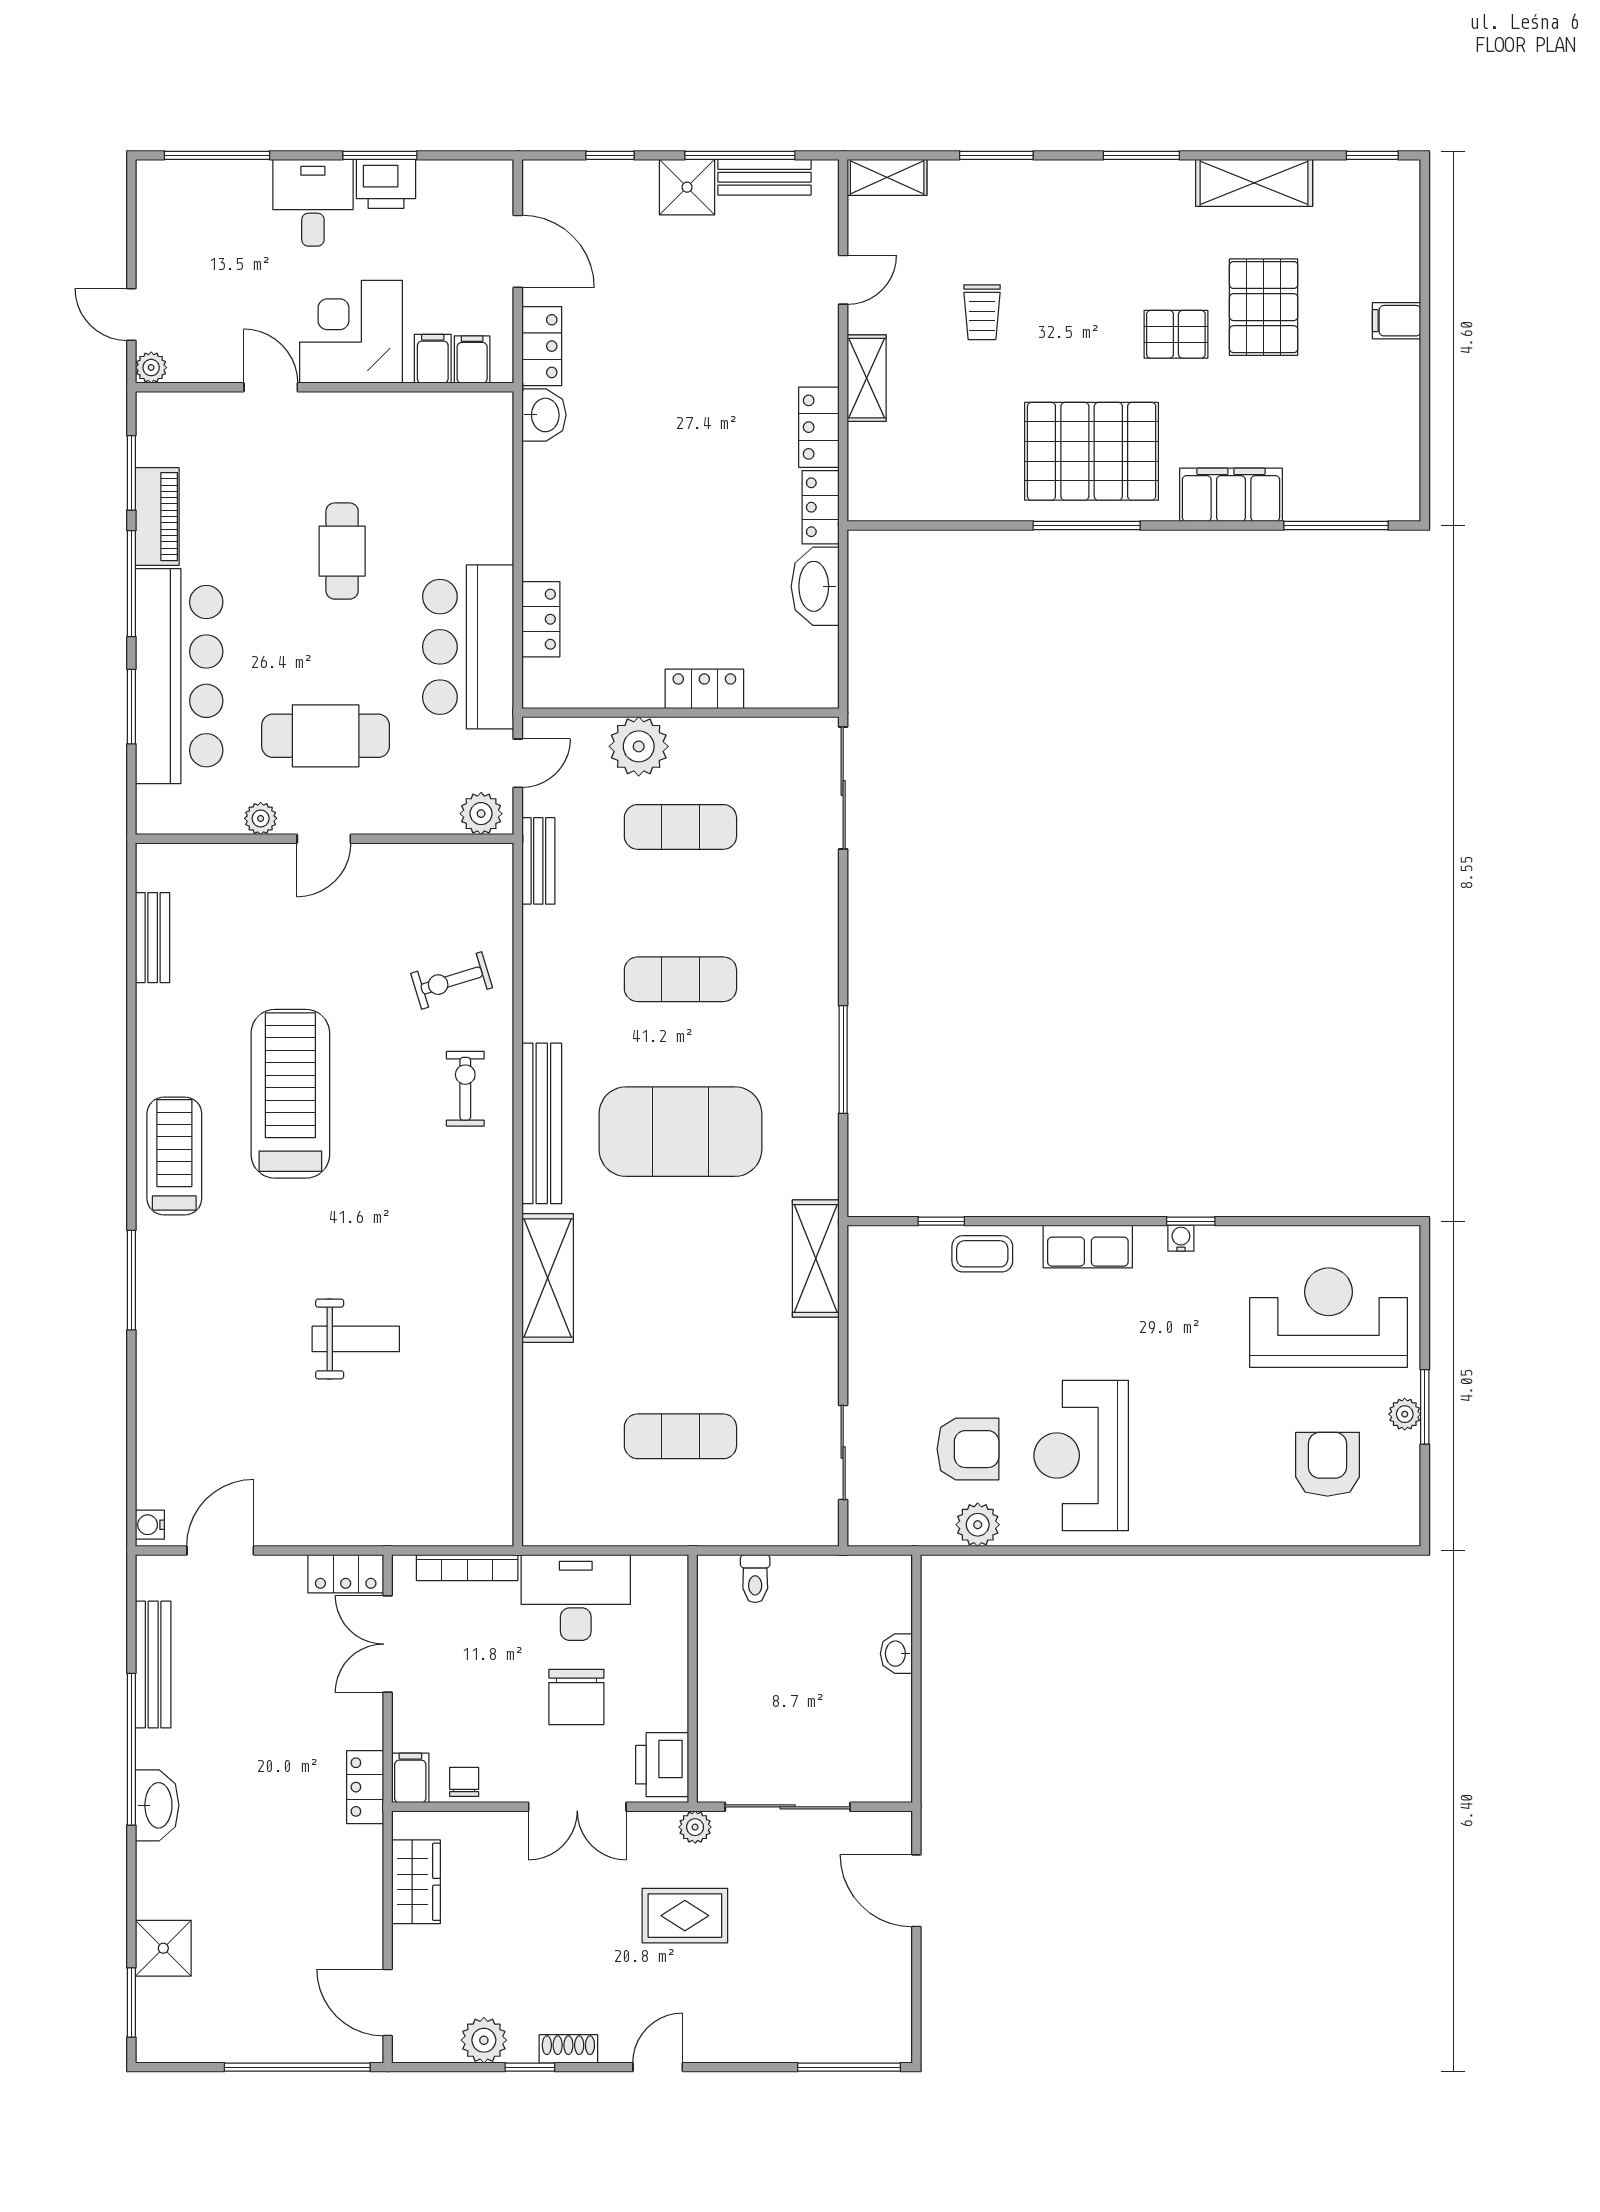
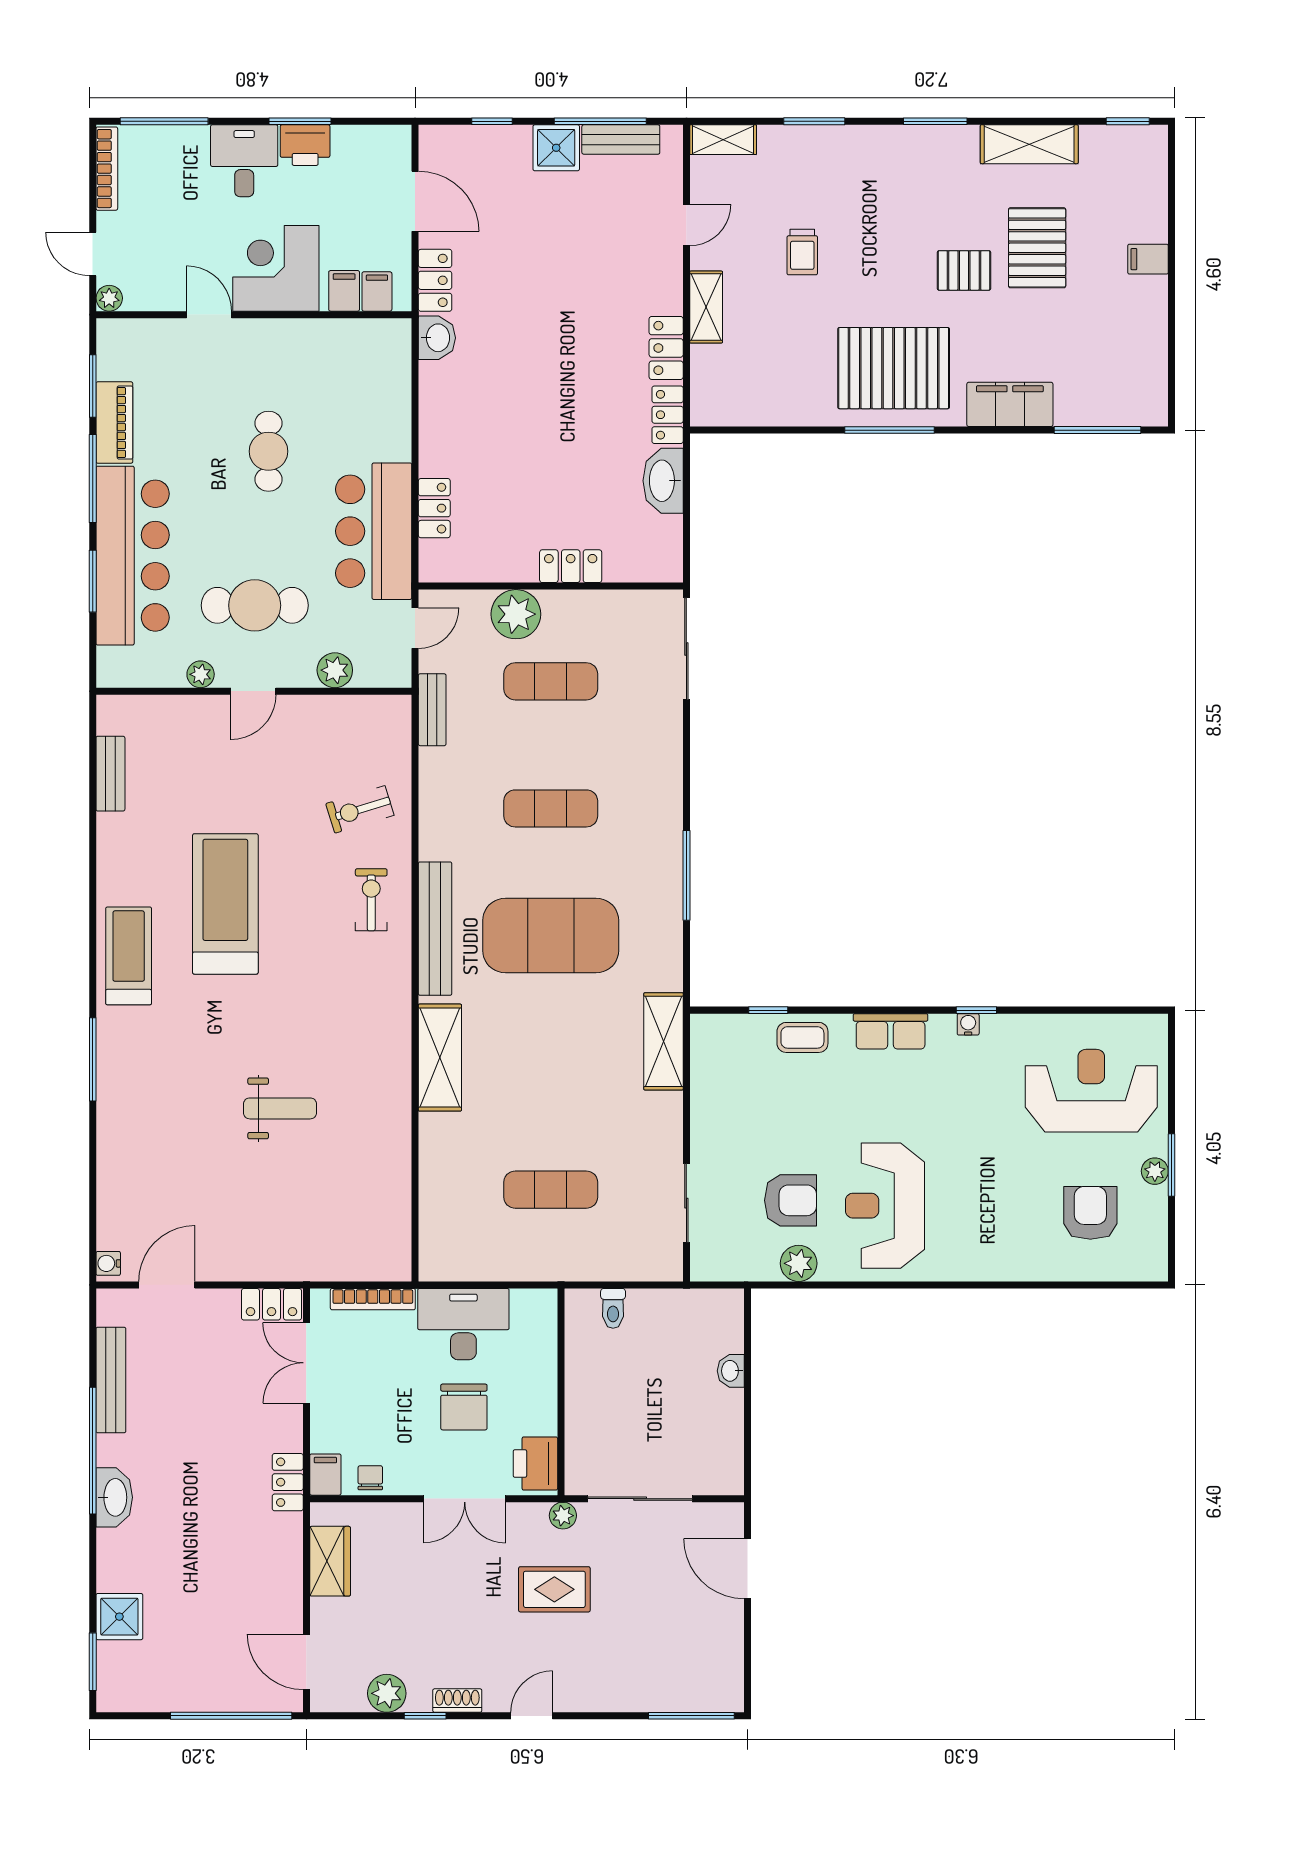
bookcase: (148, 212) -> (107, 169), added
plant: (481, 814) -> (335, 670), moved

